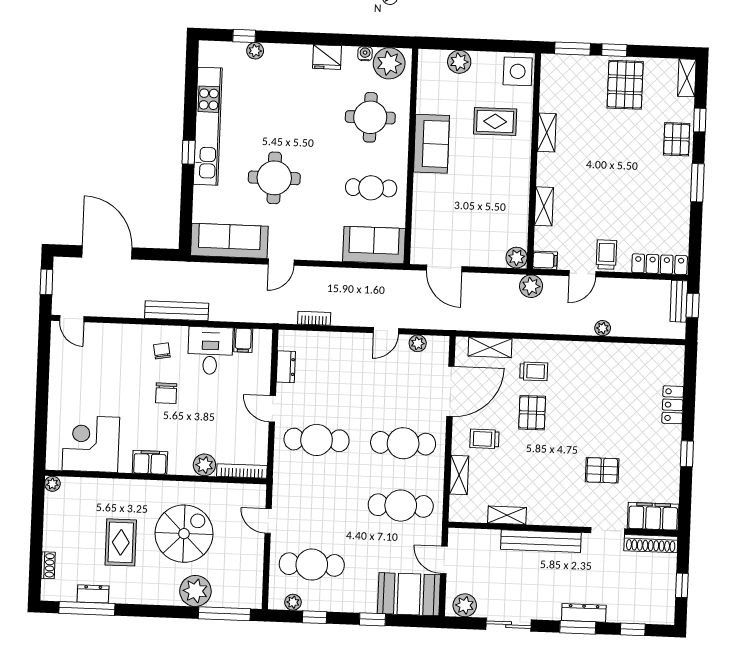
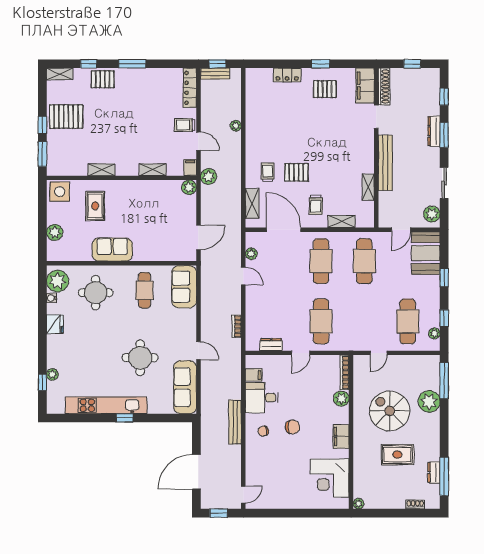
pallet: (602, 470) -> (325, 89), moved, turned 90

